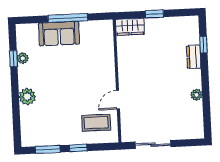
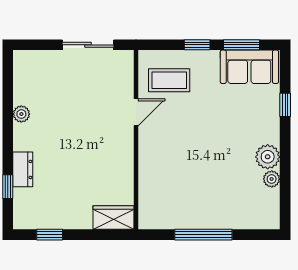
window: (155, 14) -> (50, 235), moved
sofa: (59, 34) -> (249, 67), moved, turned 180
window: (13, 59) -> (285, 105), moved
plant: (27, 97) -> (268, 157), moved

